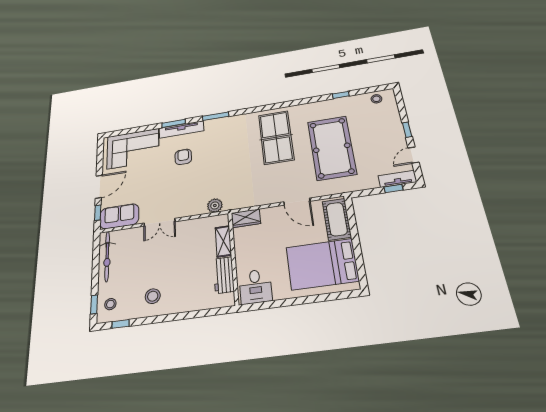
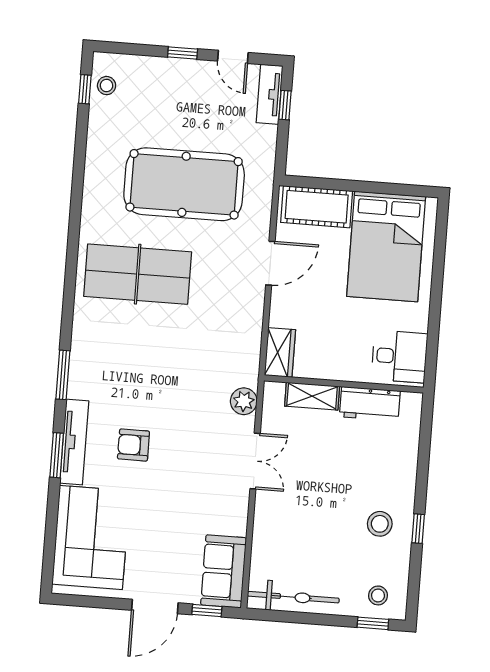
window: (341, 95) -> (85, 89), moved
door: (99, 187) -> (155, 607), swing flipped
double door: (159, 222) -> (255, 461), moved
window: (121, 324) -> (418, 529), moved

